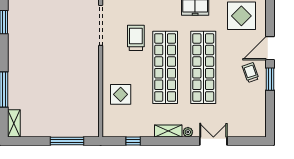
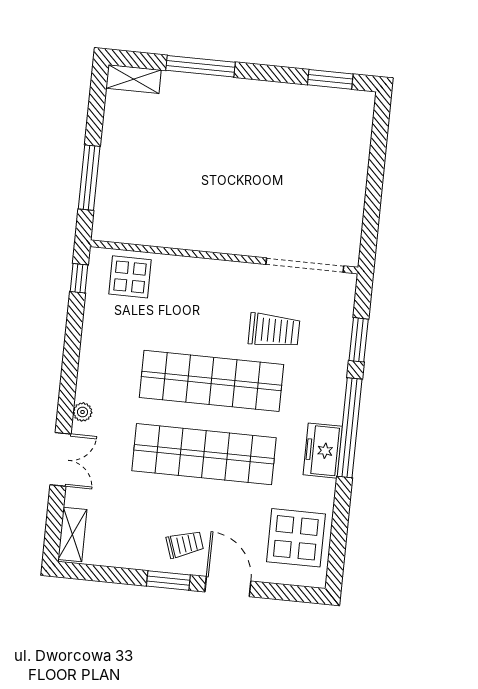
display table: (121, 94) -> (130, 277), moved
shelving: (168, 131) -> (72, 534), moved
window: (133, 141) -> (79, 278), moved

